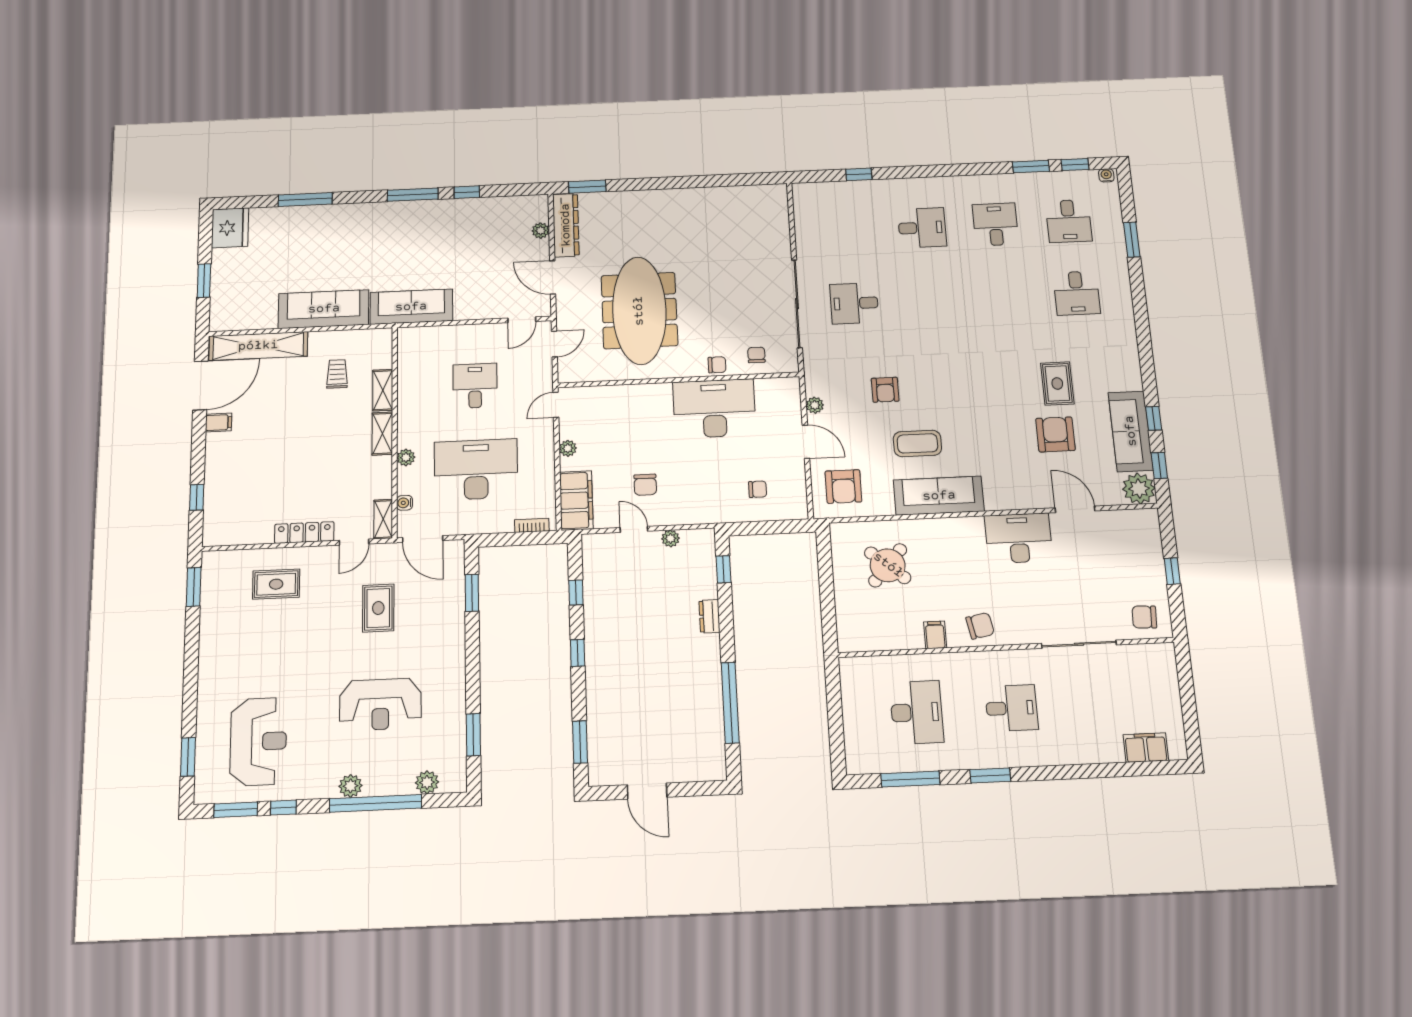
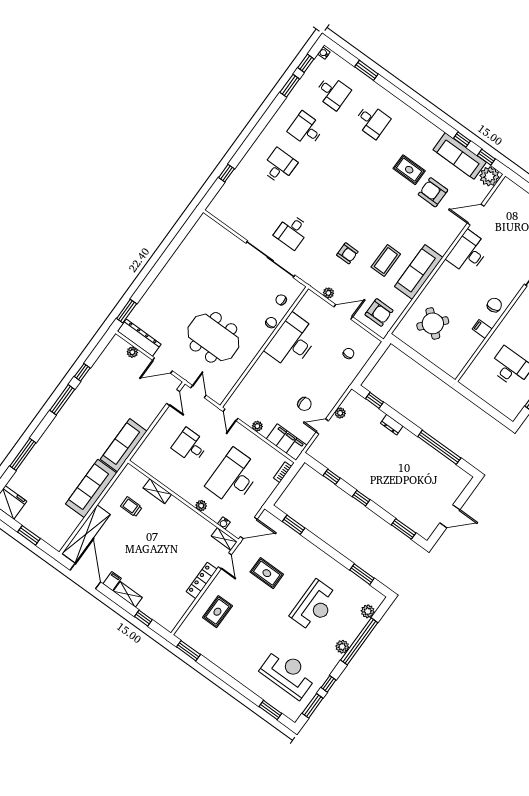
meeting table: (639, 311) -> (213, 337), width x0.73
shelving: (382, 434) -> (128, 594), moved

